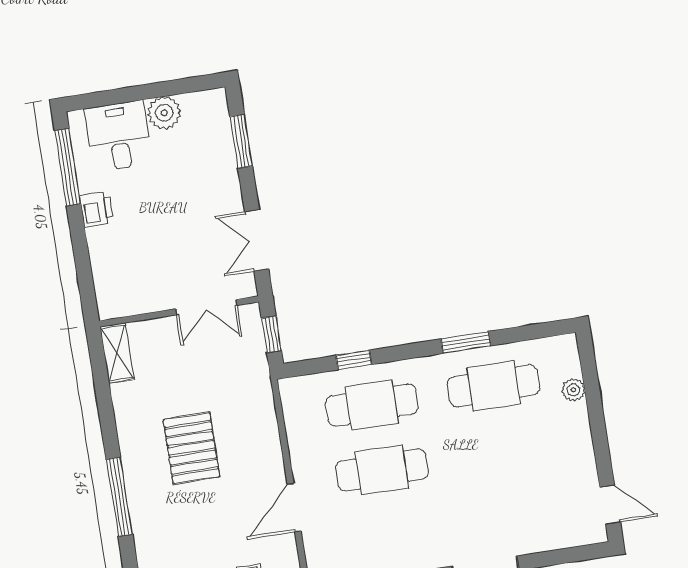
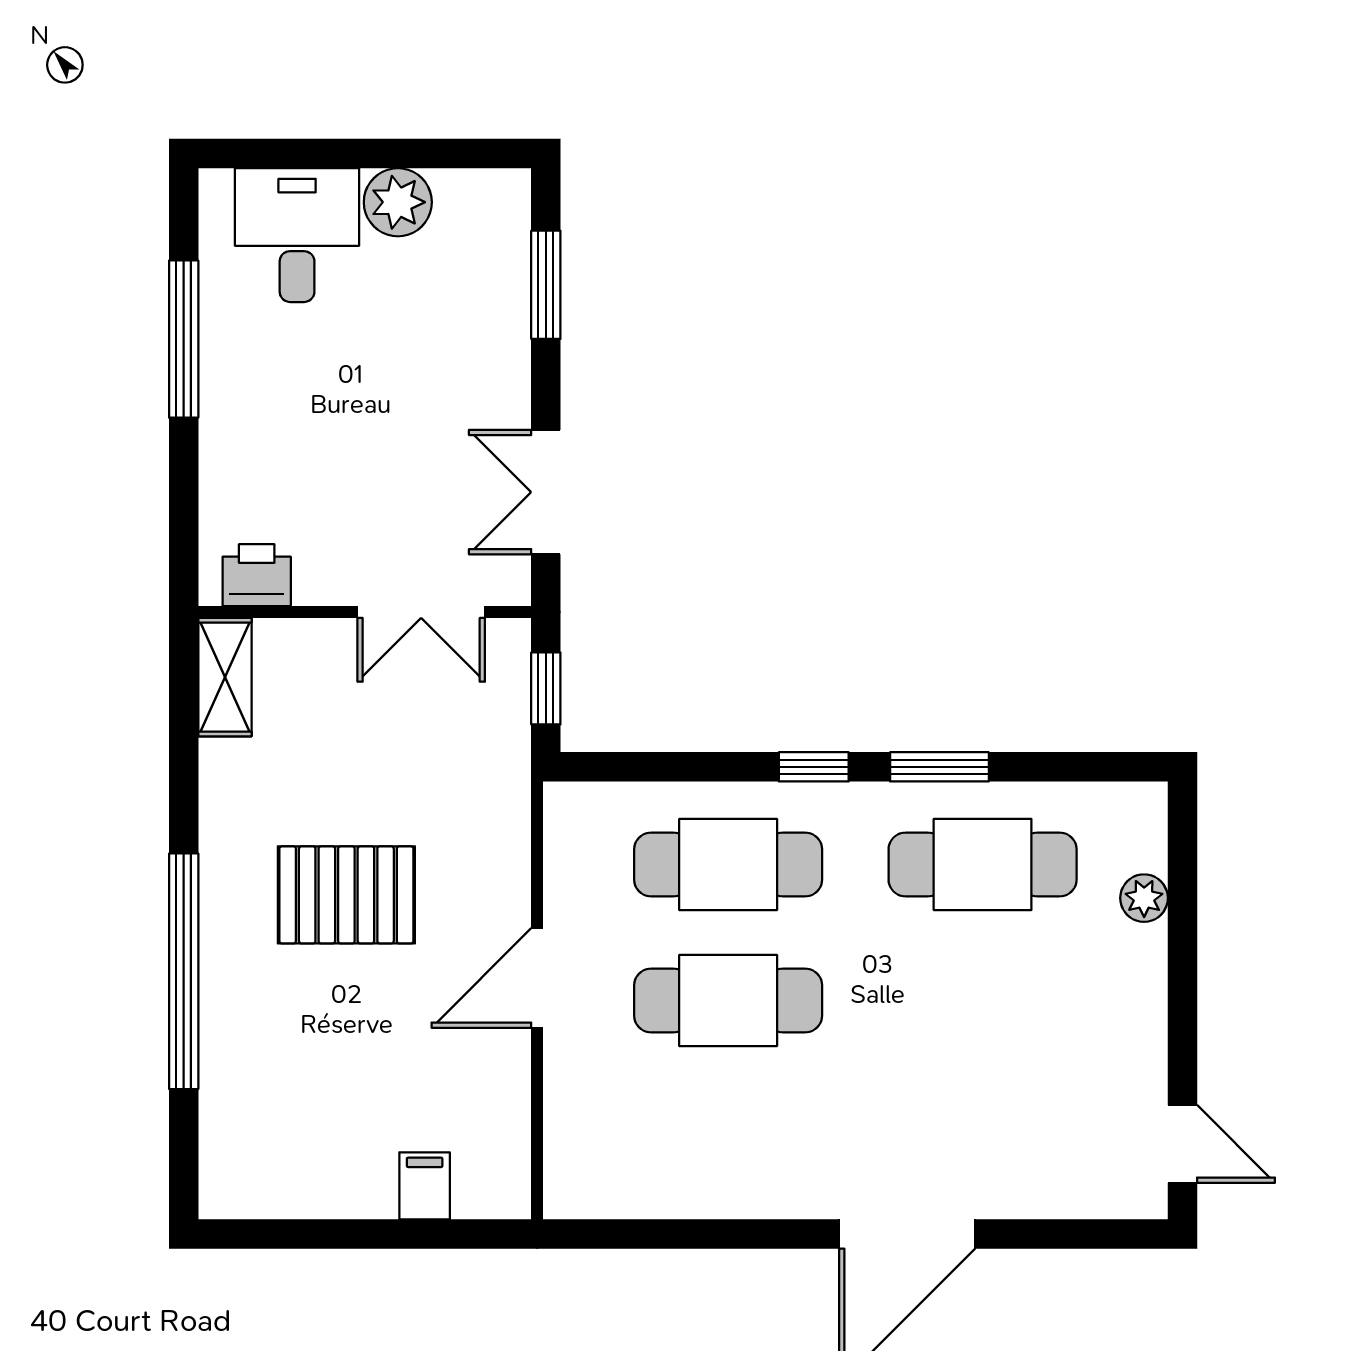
window: (68, 167) -> (184, 339), moved
printer: (97, 209) -> (257, 575), moved, turned -90
window: (354, 360) -> (814, 767), moved
pallet: (191, 448) -> (346, 895), turned 90
window: (119, 497) -> (184, 971), width x1.46
door: (294, 508) -> (537, 978), moved

